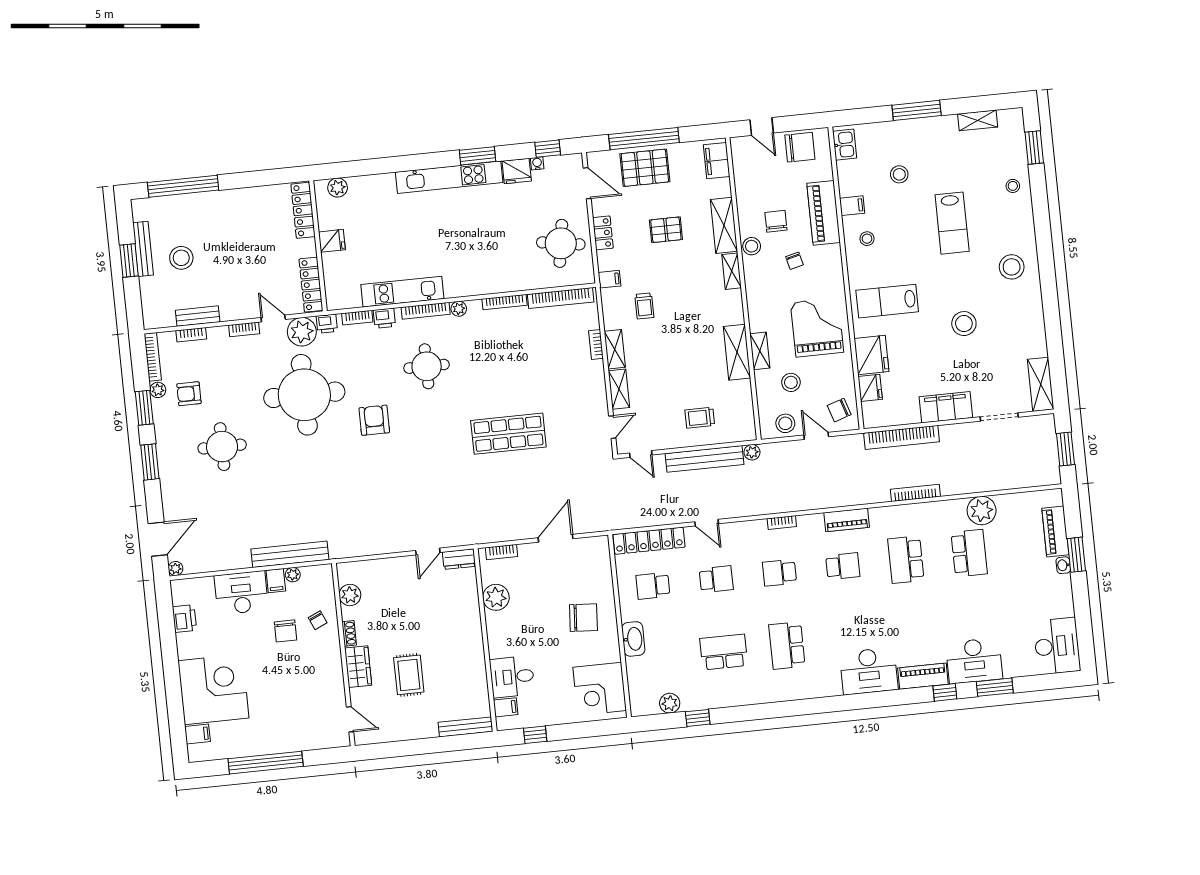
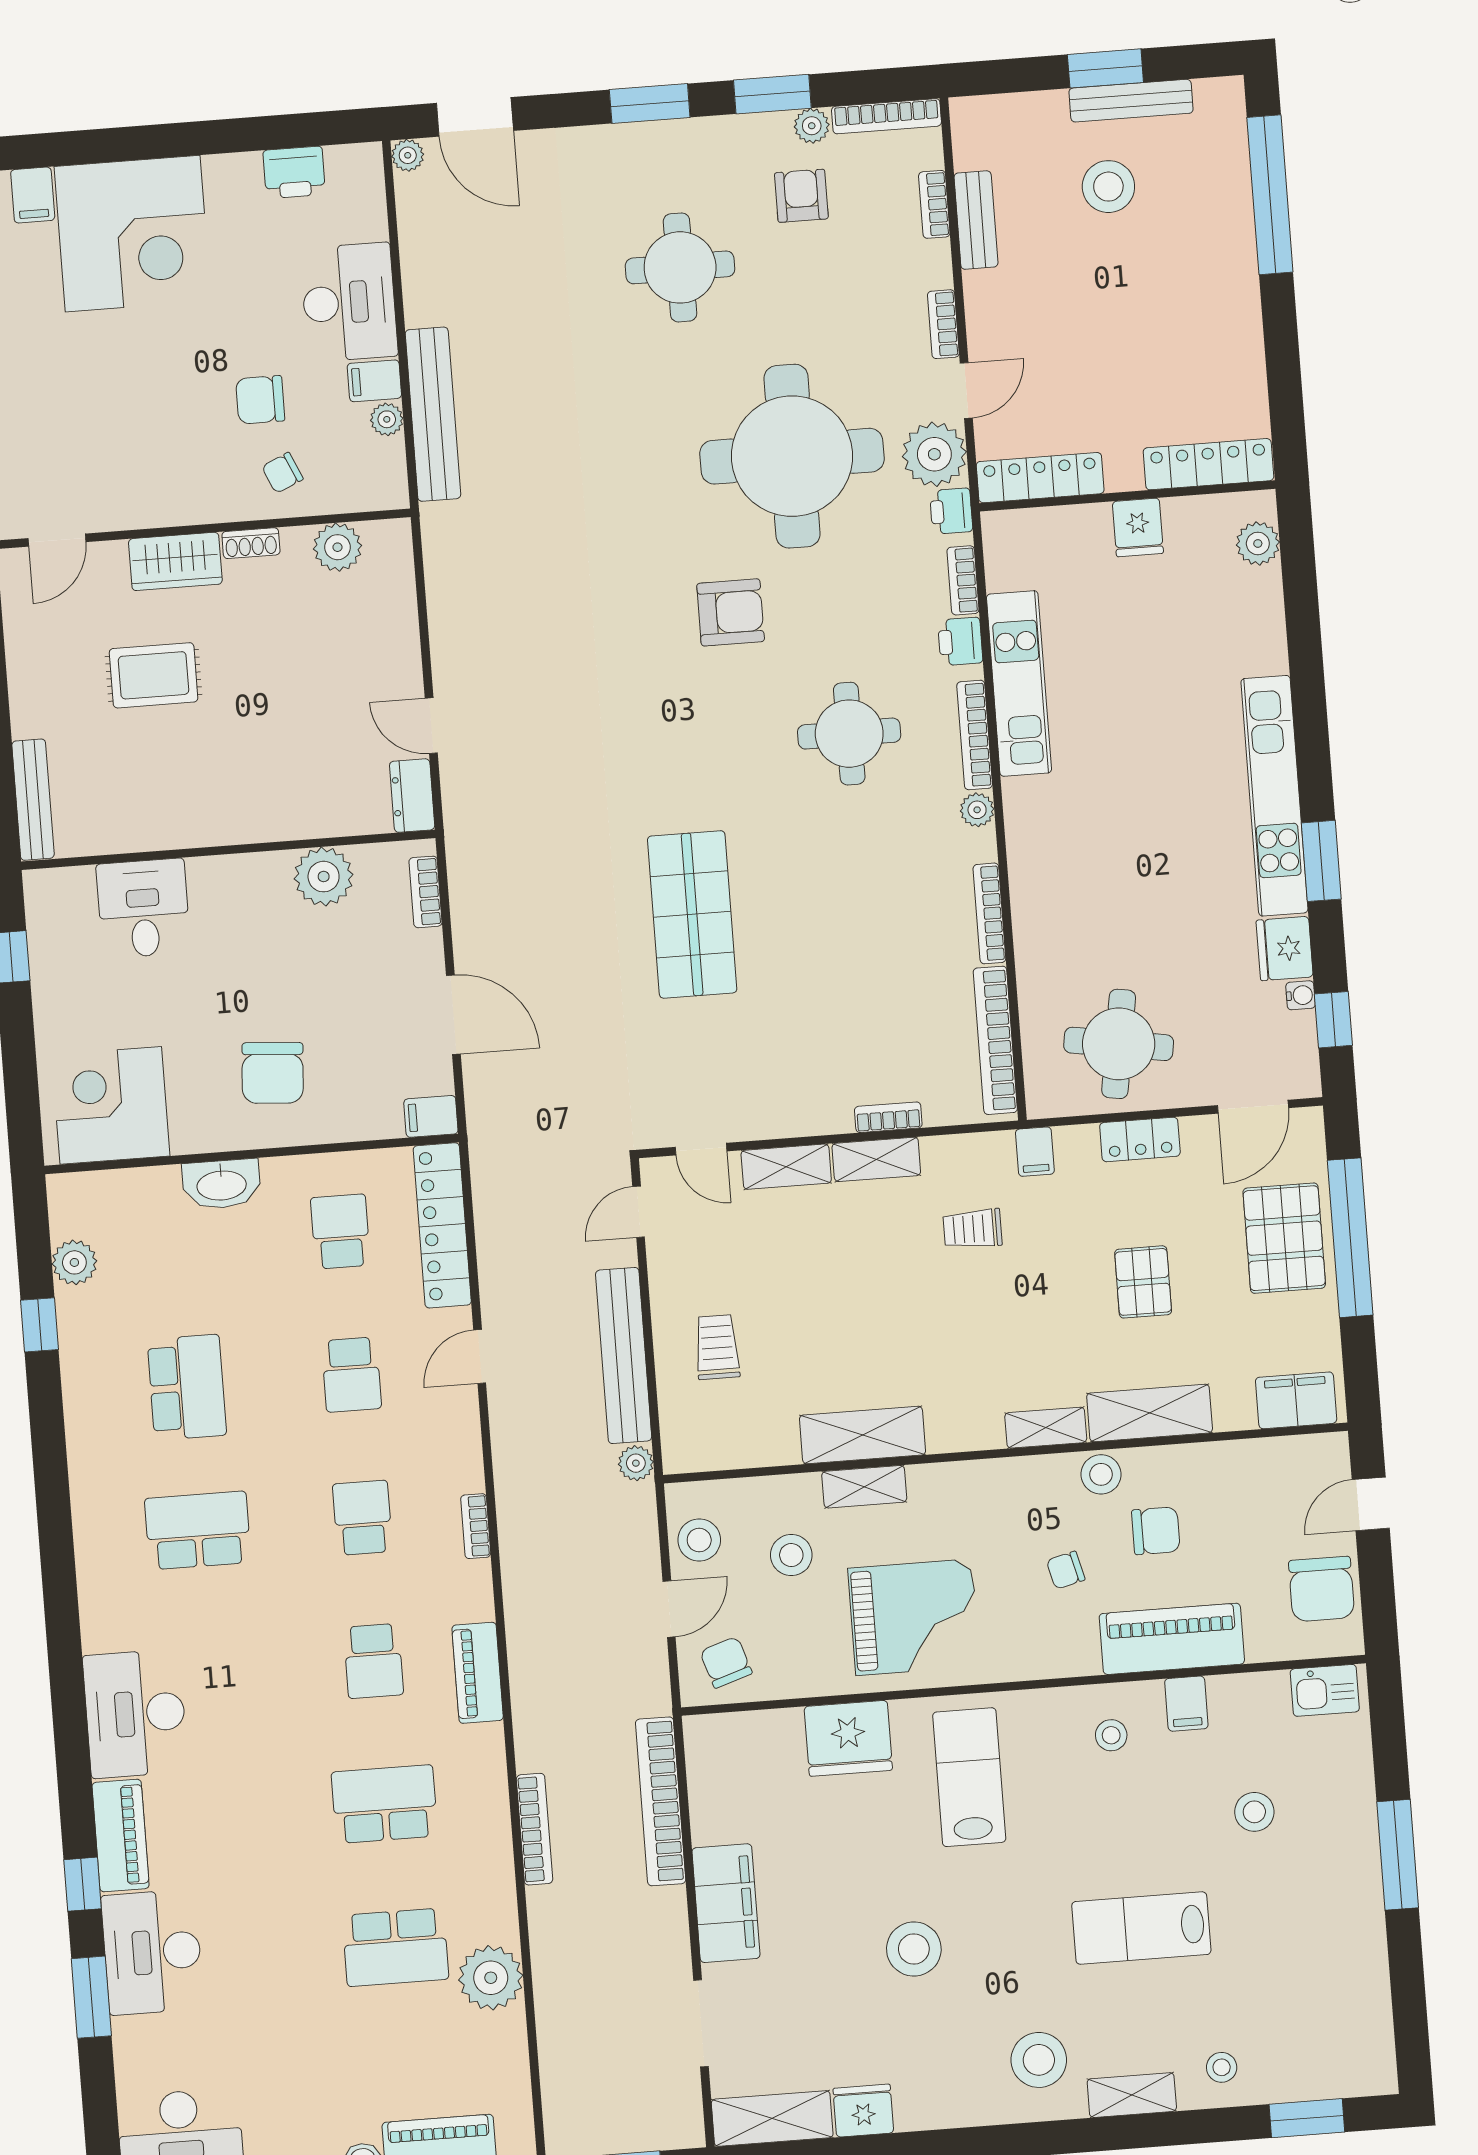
shelving: (978, 120) -> (1132, 2095), moved, turned 90
fridge: (870, 388) -> (863, 2111), moved, turned 180
filing cabinet: (506, 707) -> (431, 1116), moved, turned 90

